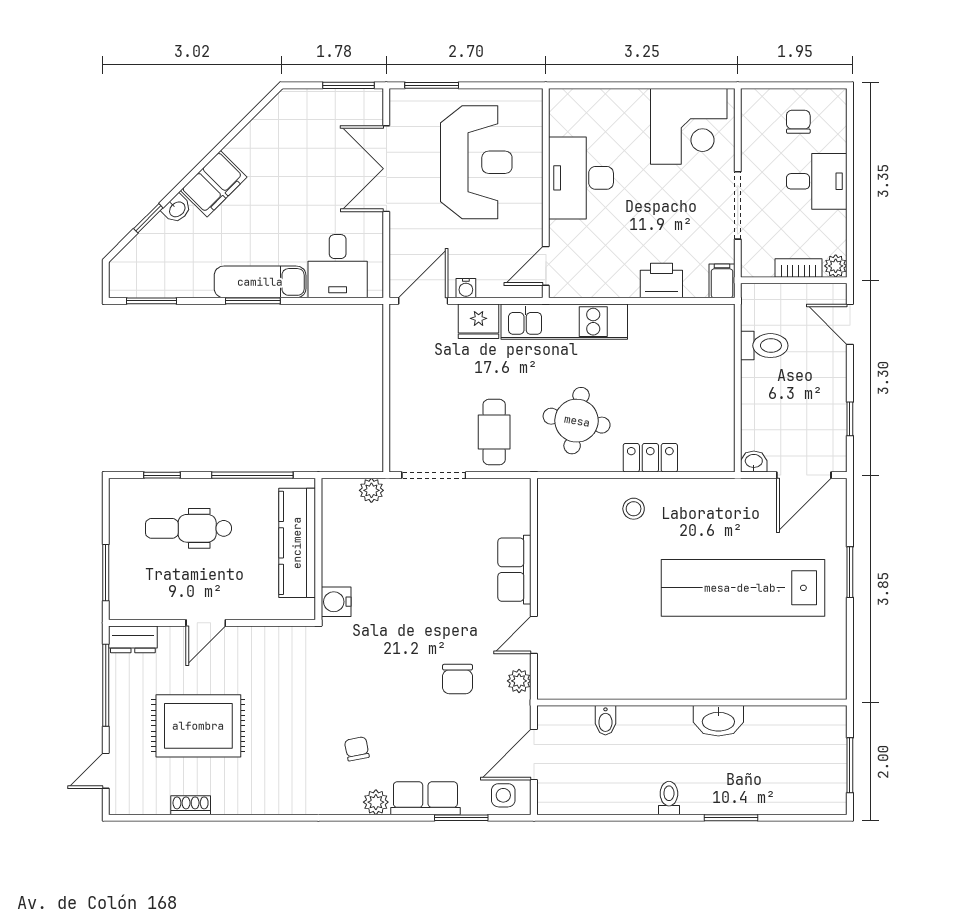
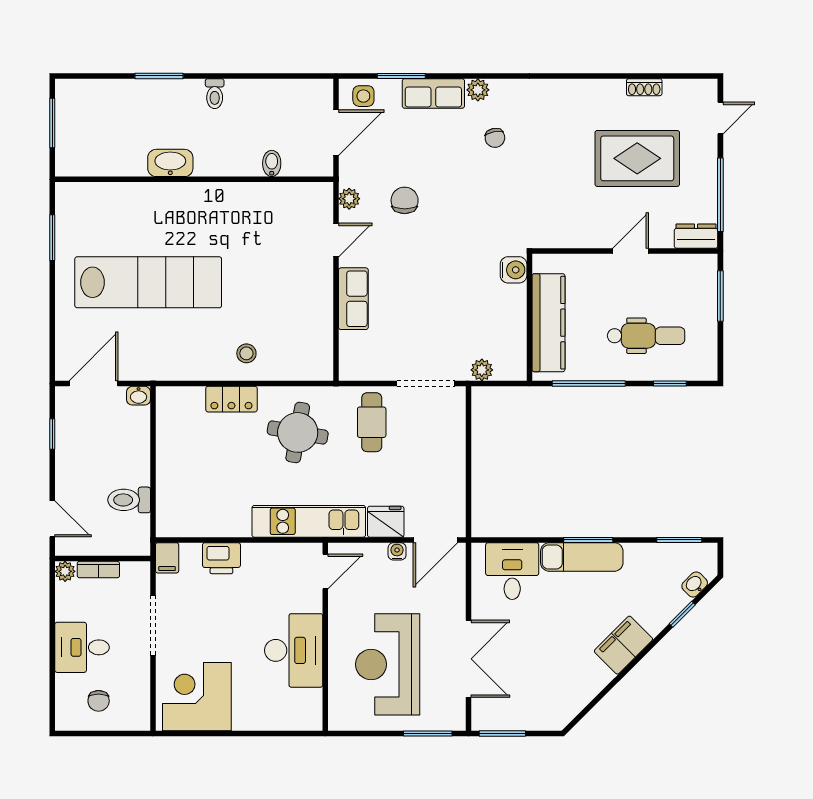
washbasin: (177, 209) -> (695, 584), moved
window: (850, 572) -> (52, 238), moved

